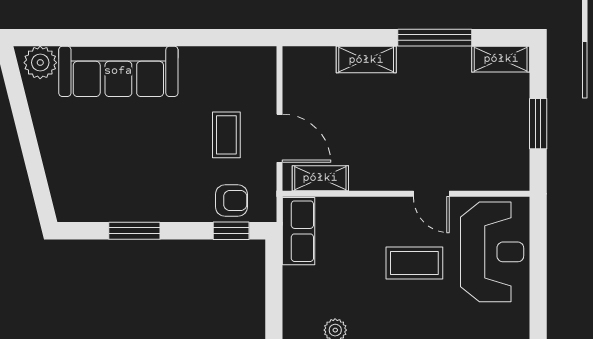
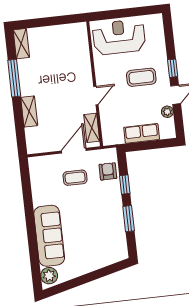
window: (538, 124) -> (52, 21), removed
door: (431, 194) -> (96, 96), moved
window: (231, 231) -> (125, 184), moved
row of seats: (299, 231) -> (142, 133), moved
coffee table: (414, 263) -> (141, 77), moved, turned 90

